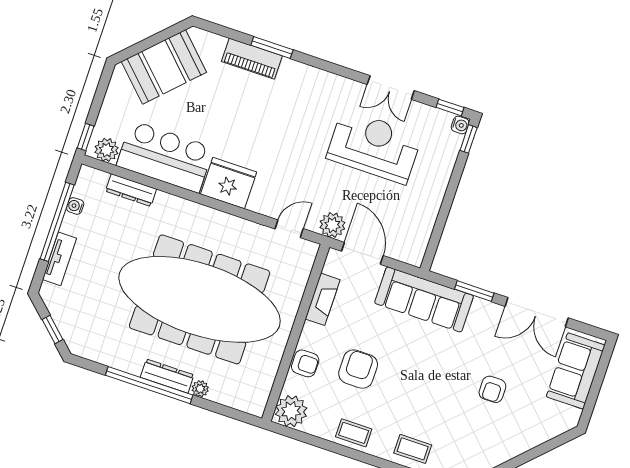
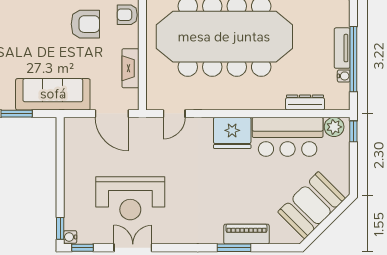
plant: (332, 225) -> (142, 128), removed
tv unit: (59, 259) -> (342, 48), moved
armchair: (358, 369) -> (85, 24), turned -90

